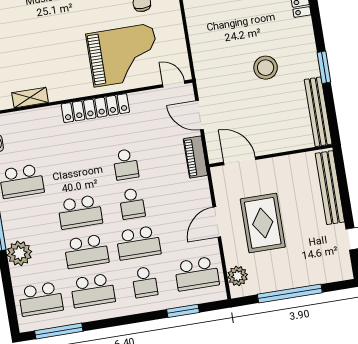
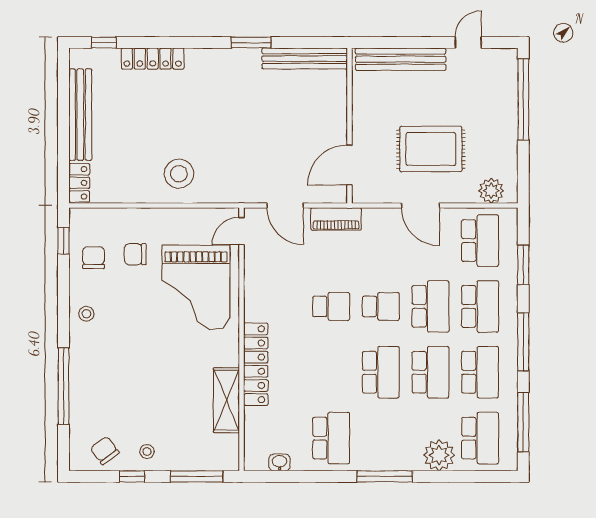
grand piano: (123, 55) -> (196, 287), turned 180
stool: (266, 68) -> (179, 174), moved
shelving: (30, 98) -> (226, 400), width x1.50, depth x1.33
locker: (95, 108) -> (256, 364), moved
door: (200, 115) -> (285, 205), hinge flipped
plant: (19, 253) -> (439, 455), moved
school desk: (145, 282) -> (480, 306), width x1.85
window: (290, 294) -> (523, 99), moved
window: (122, 321) -> (523, 342), added

